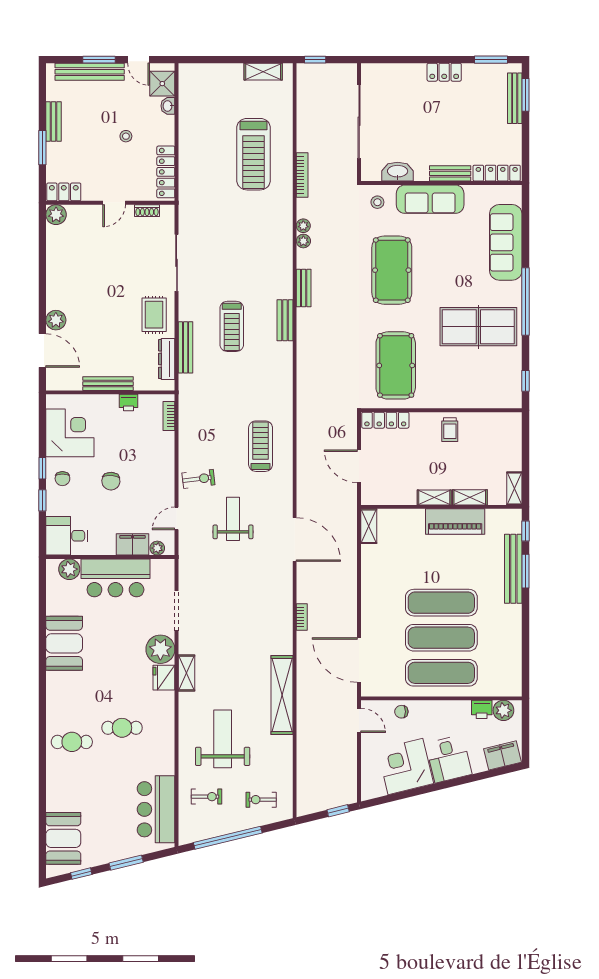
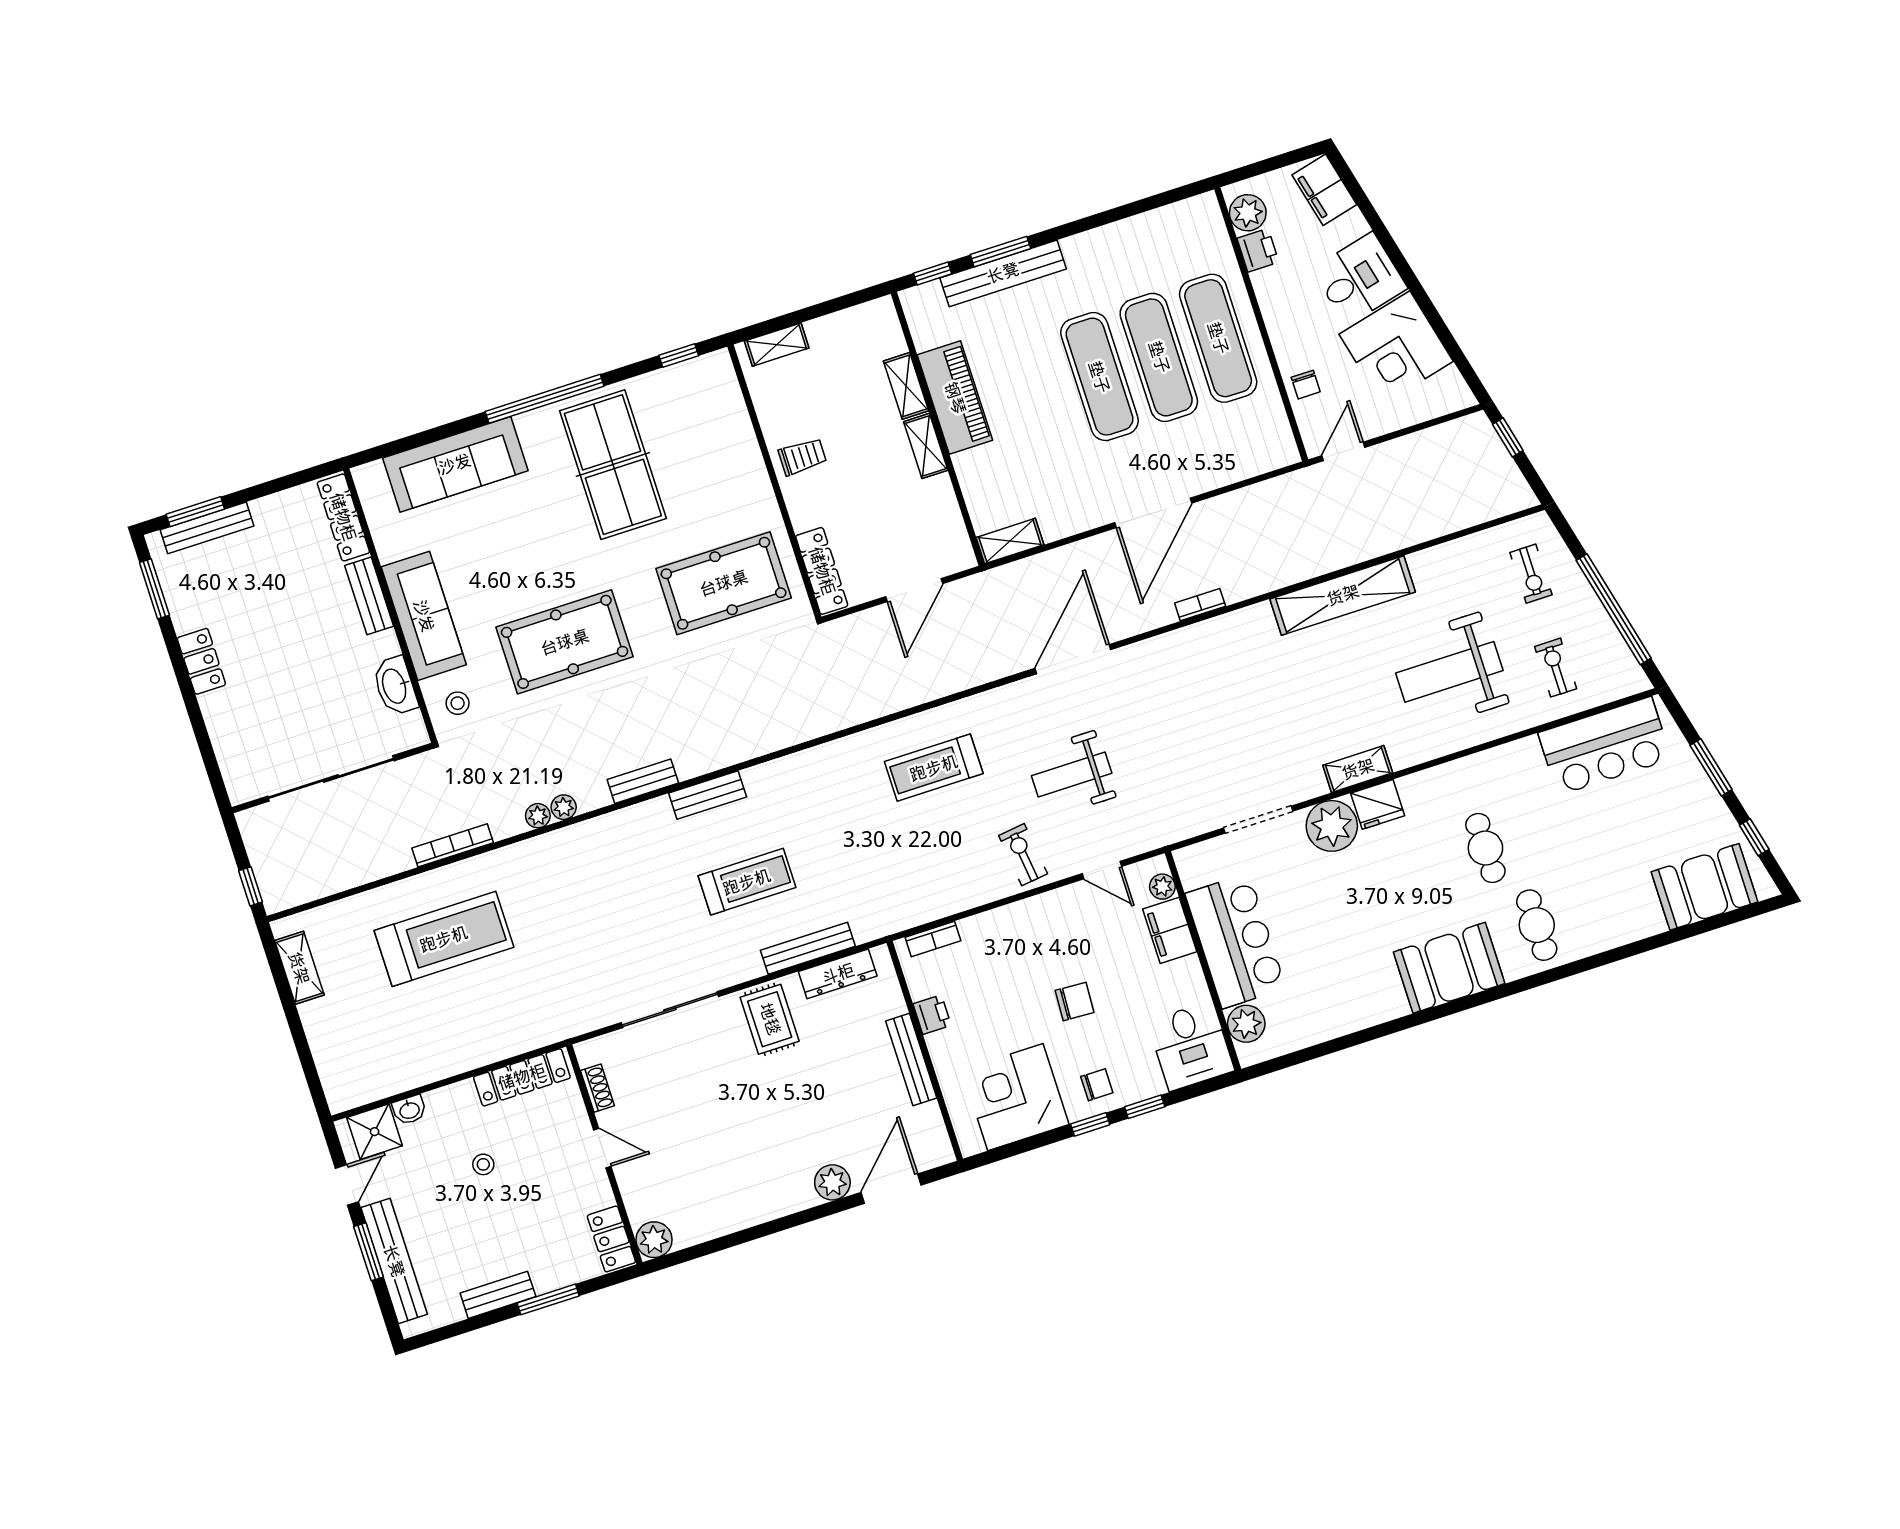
rug: (154, 315) -> (770, 1019), turned 90
shelving: (514, 488) -> (777, 345), moved
booth: (64, 643) -> (1449, 968), moved
door: (359, 660) -> (1153, 513), moved

